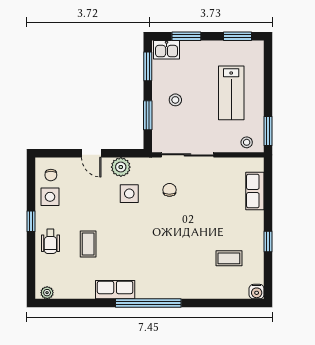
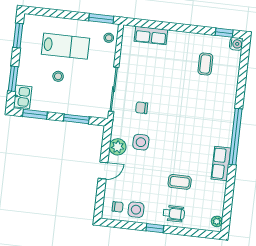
stool: (175, 100) -> (58, 76), moved
window: (268, 241) -> (224, 33), moved

